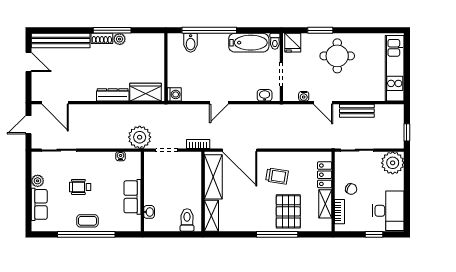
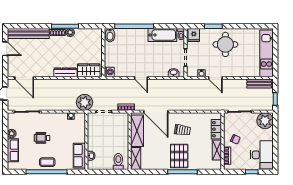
bidet: (191, 43) -> (110, 35), moved
door: (219, 103) -> (141, 78), hinge flipped
bench: (357, 111) -> (259, 84), moved
row of seats: (132, 197) -> (79, 156), moved
pallet: (288, 211) -> (179, 156), moved

